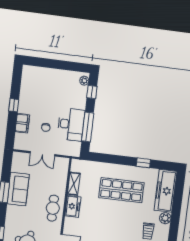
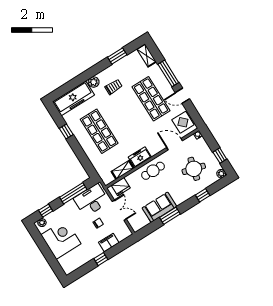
corner desk: (57, 85) -> (61, 239), added
desk: (71, 124) -> (91, 200), moved
fridge: (61, 171) -> (121, 187), added

